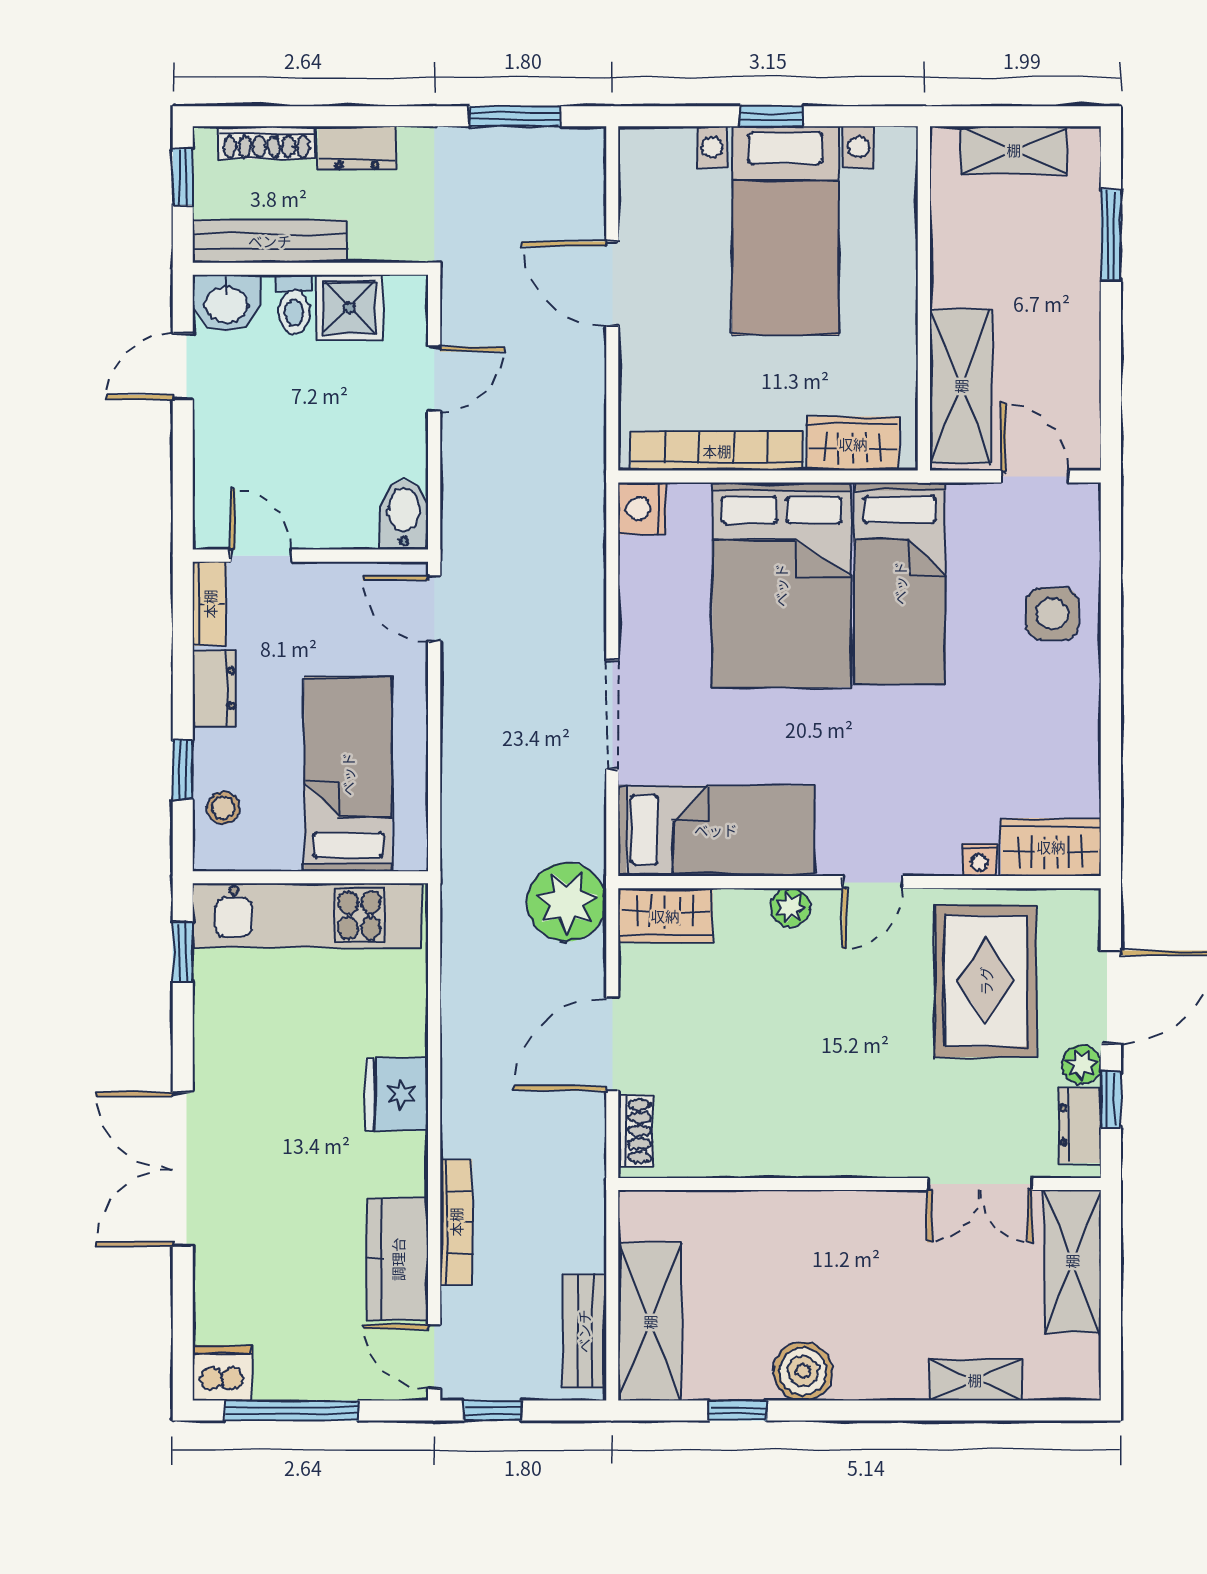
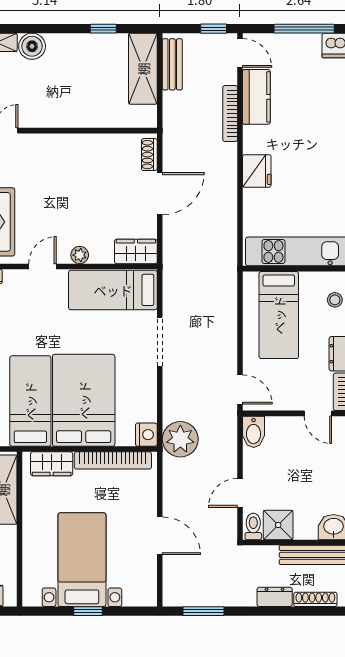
toilet: (294, 304) -> (253, 526), moved
plant: (567, 902) -> (180, 439), moved
boiler: (803, 1371) -> (32, 46), moved

